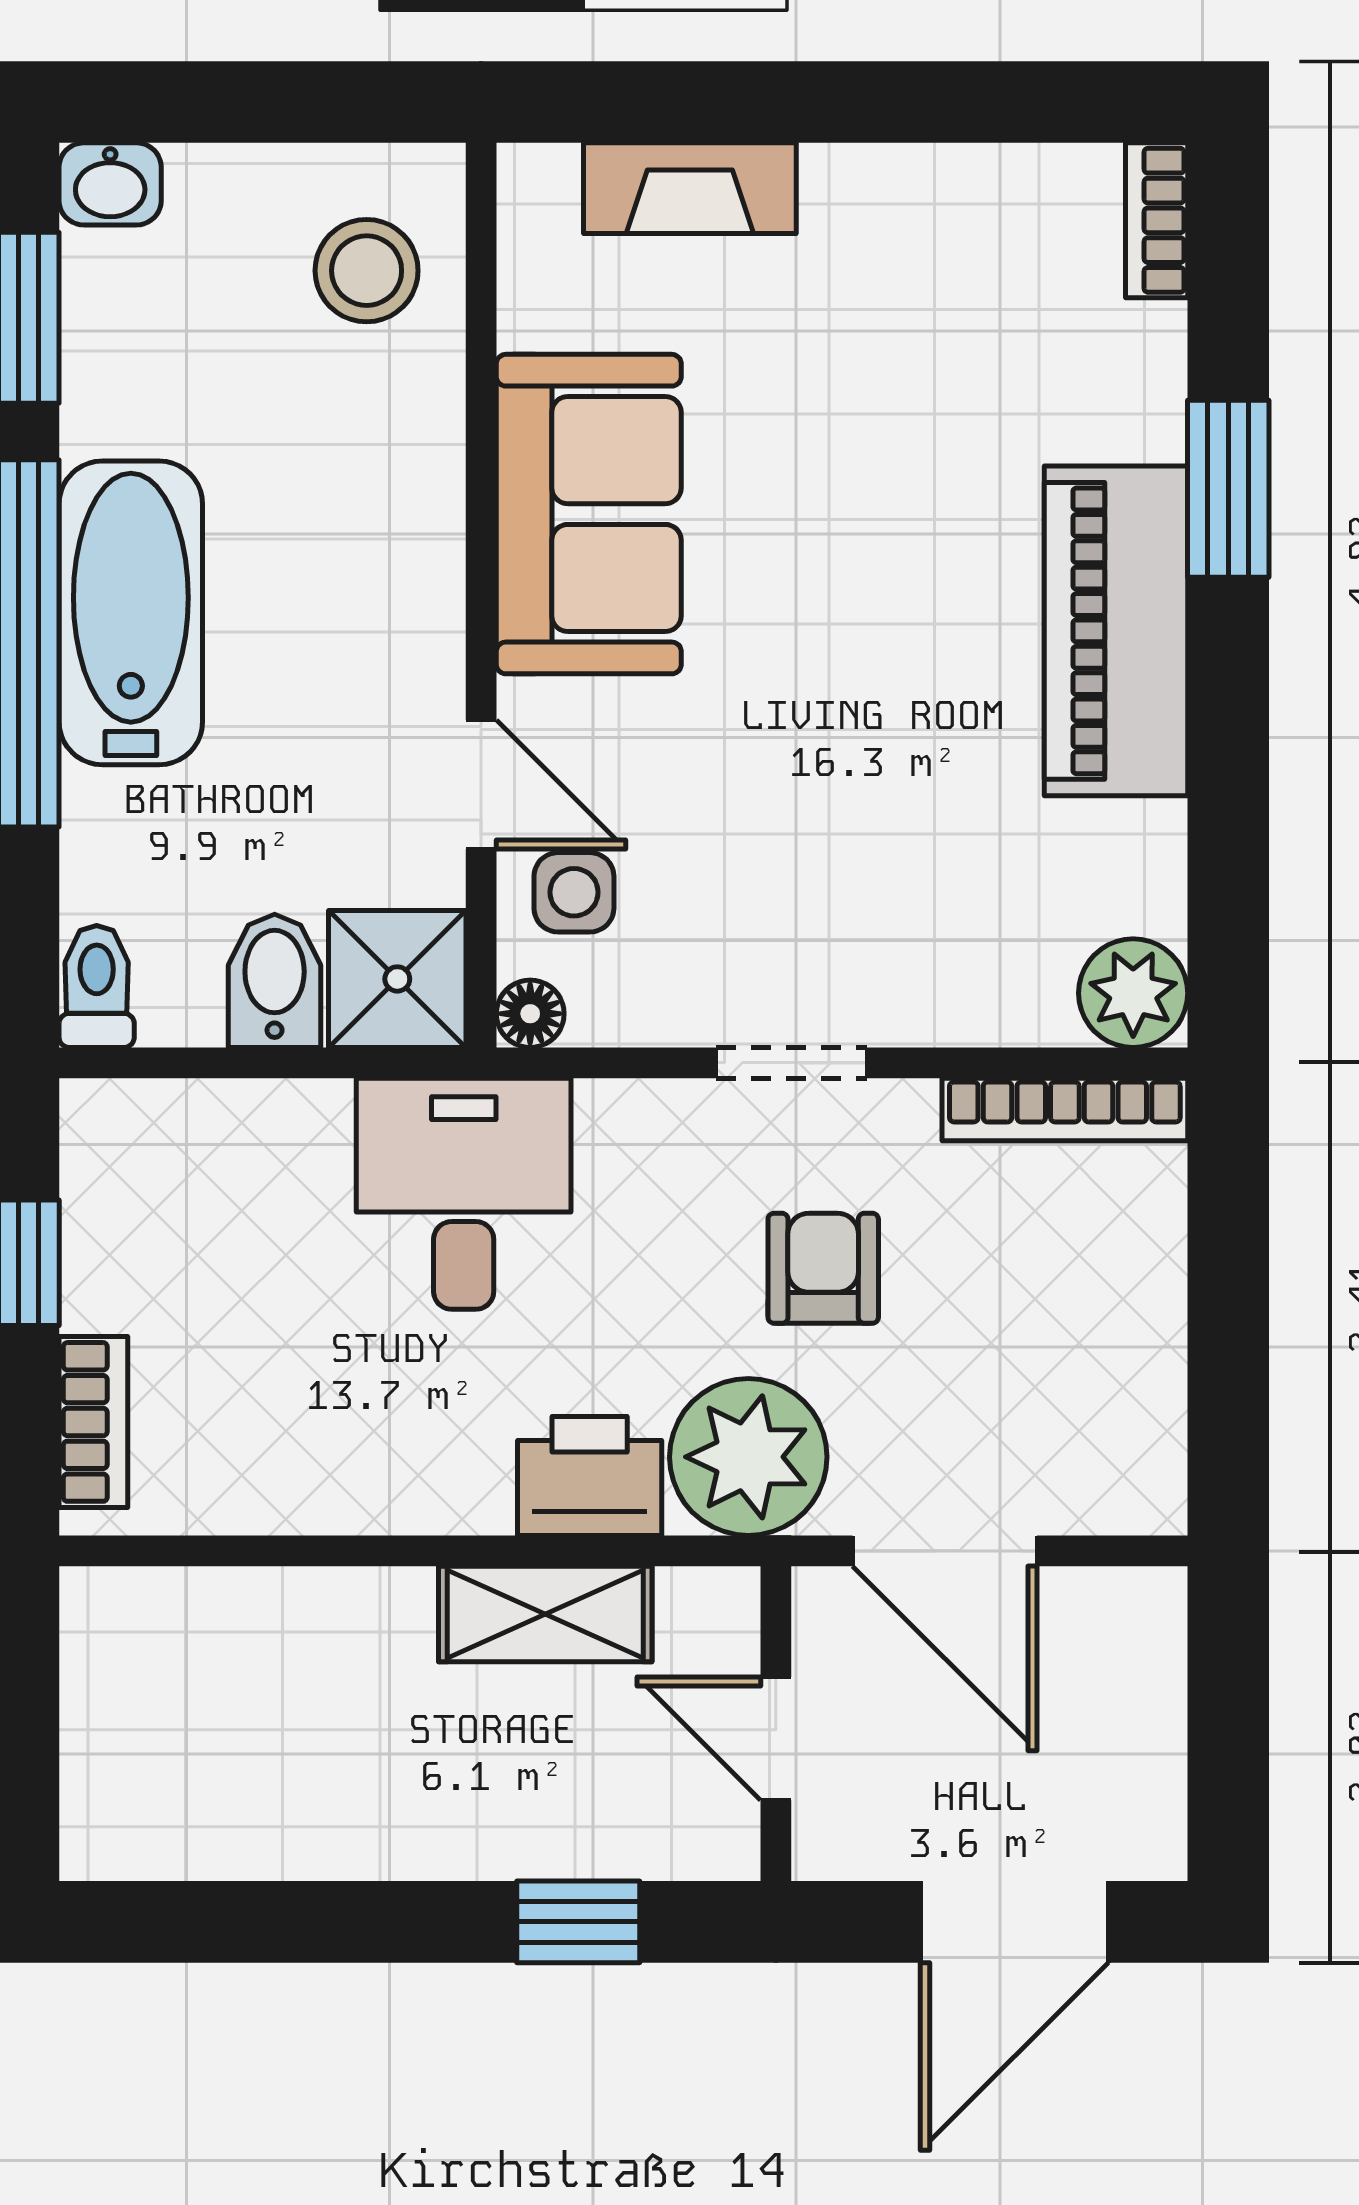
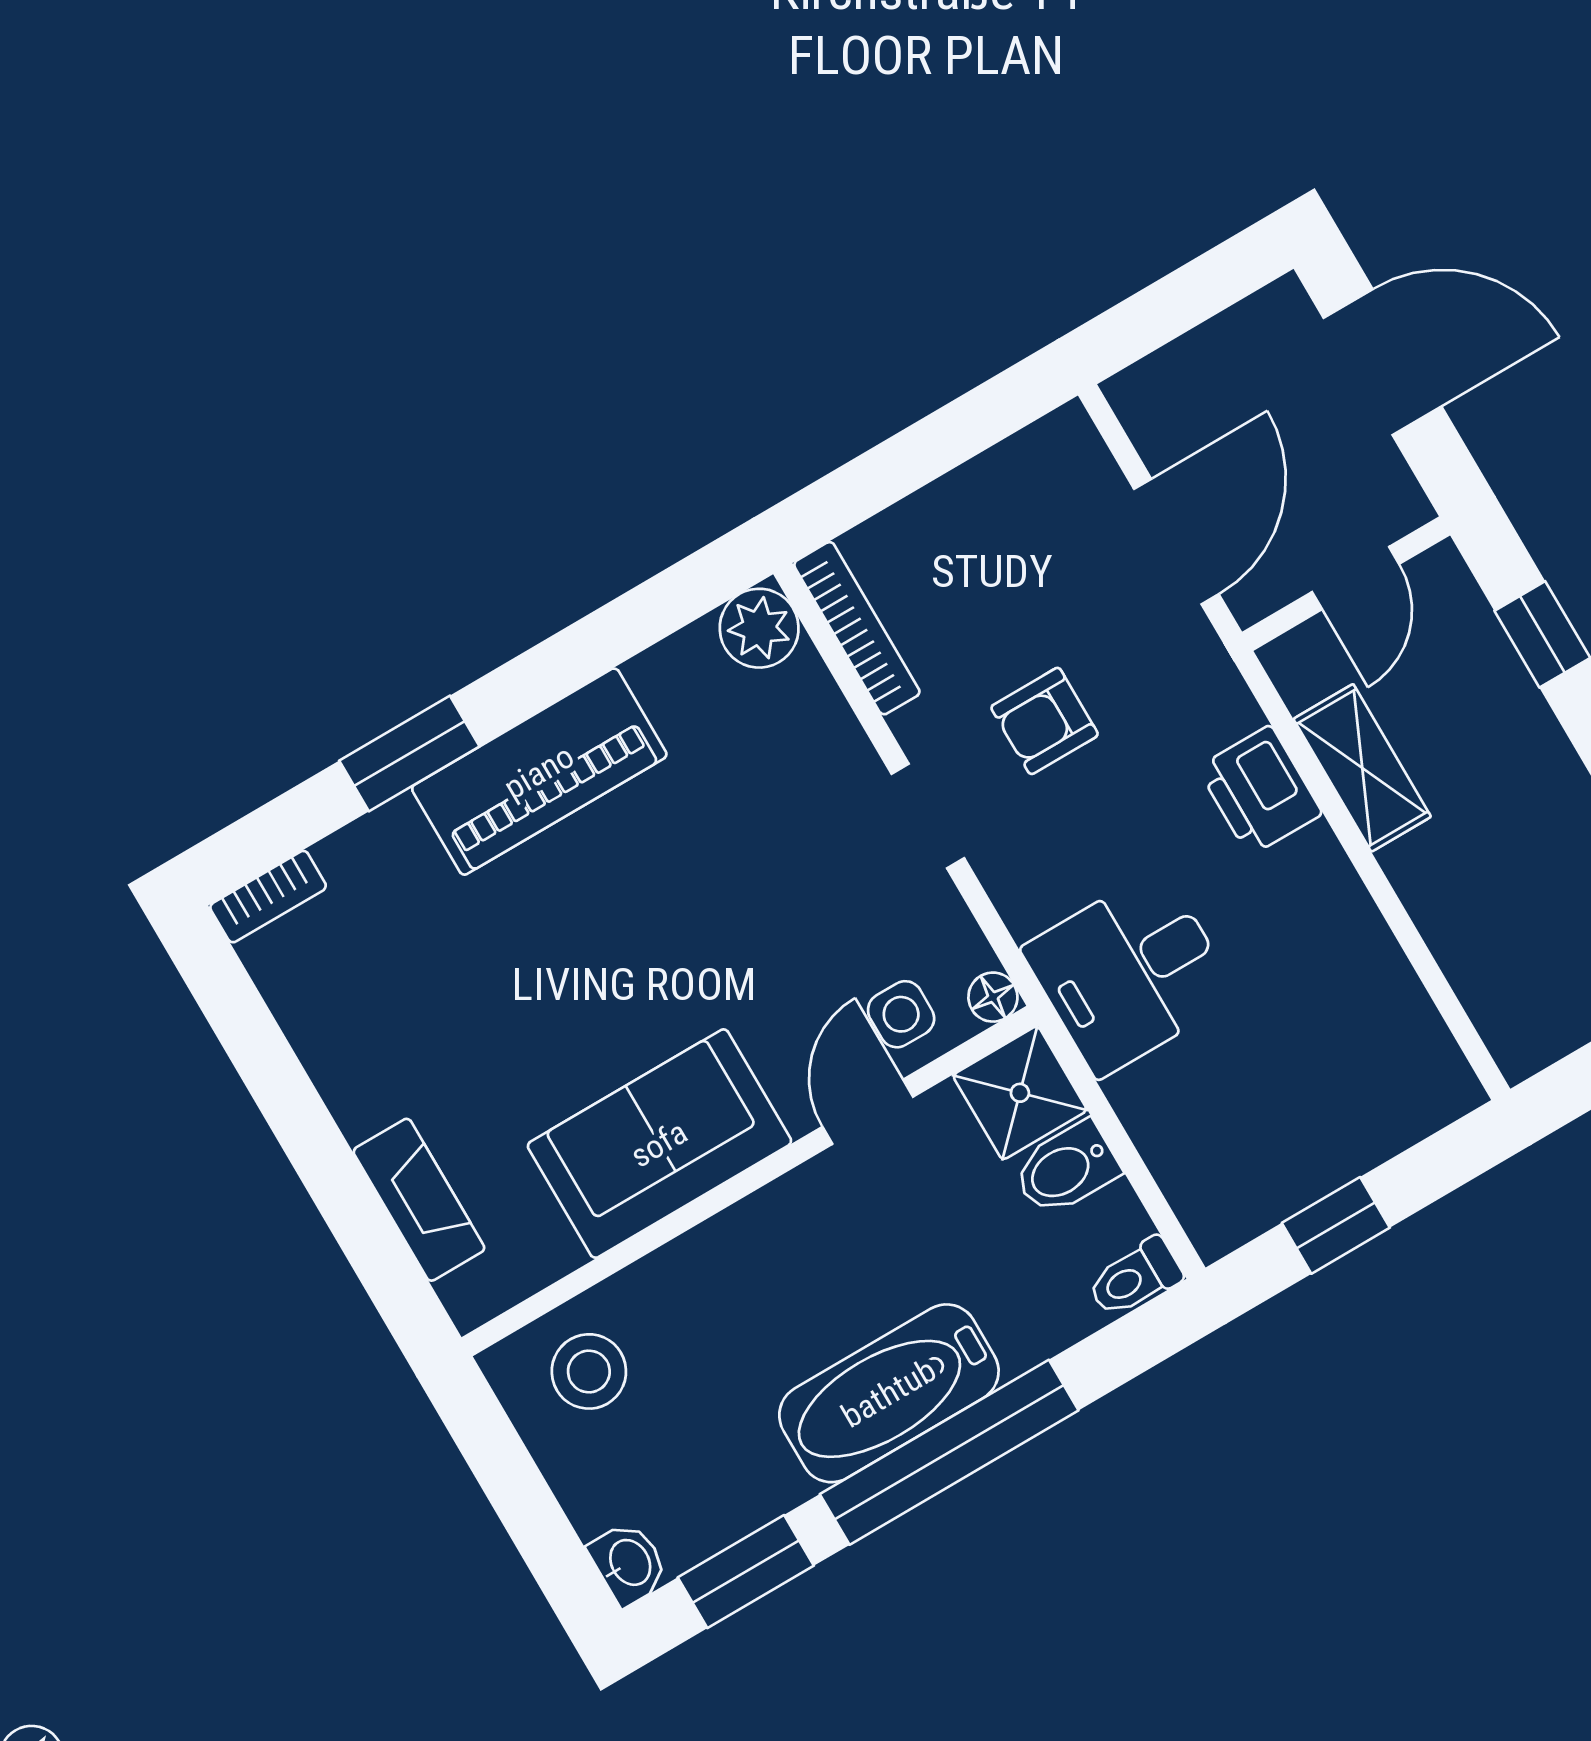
bookcase: (93, 1422) -> (1408, 1120), removed
plant: (748, 1457) -> (1190, 699), removed

